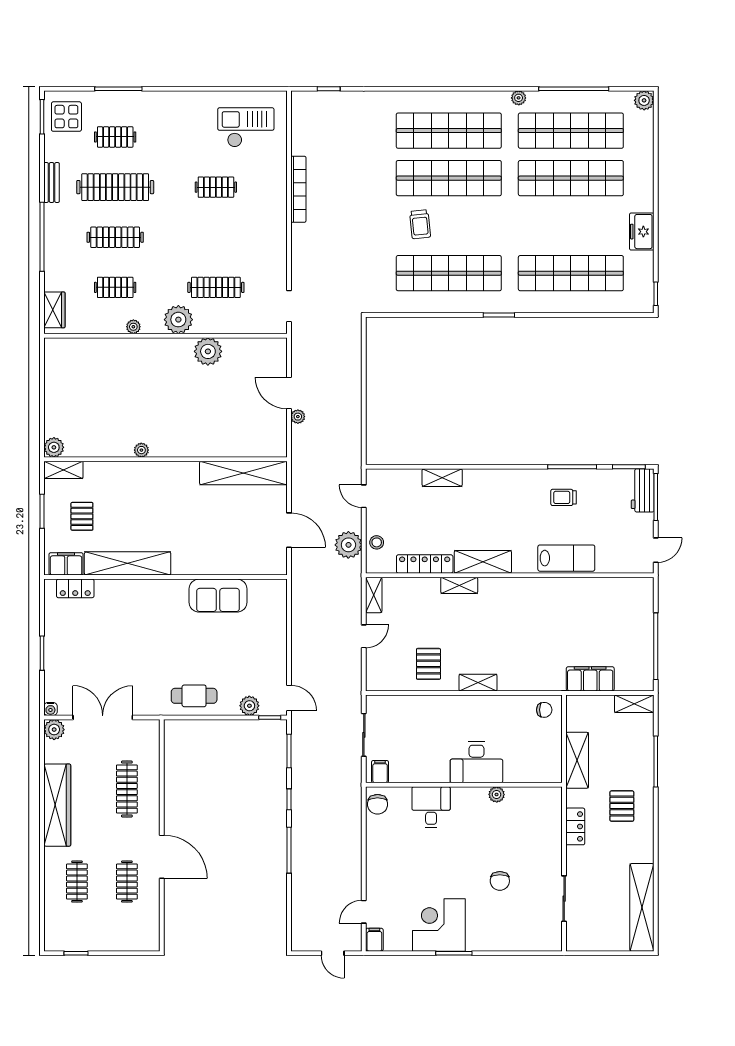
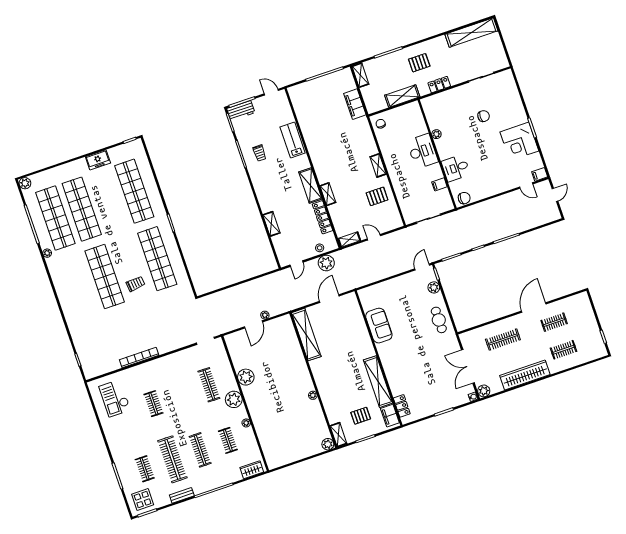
shop shelf: (449, 131) -> (78, 285), removed
filing cabinet: (380, 772) -> (439, 184), moved

